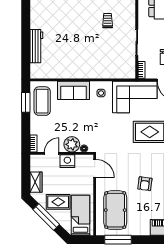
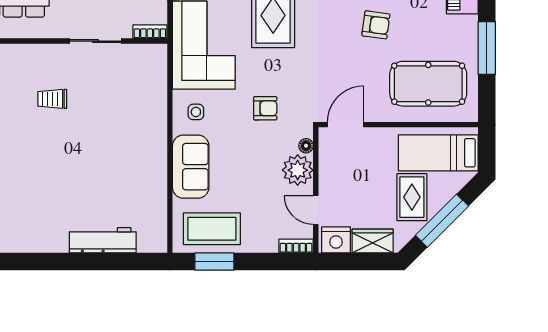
armchair: (103, 128) -> (265, 108), added
nightstand: (67, 161) -> (336, 240), moved, turned -90
window: (118, 240) -> (487, 48), moved

